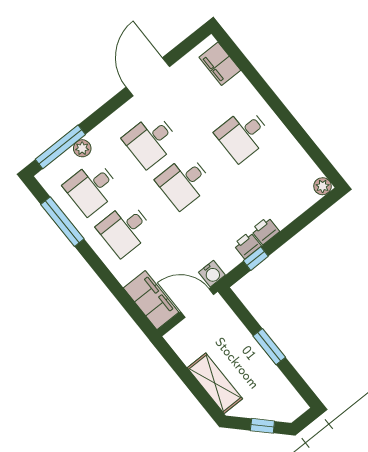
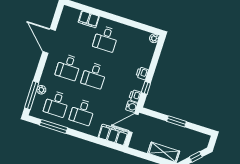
filing cabinet: (220, 64) -> (89, 19), moved
printer: (247, 245) -> (135, 96), moved

